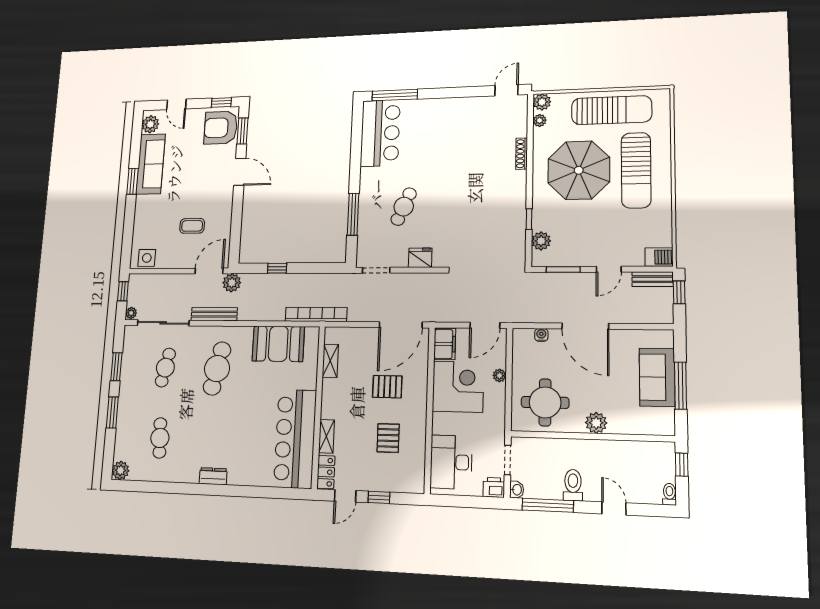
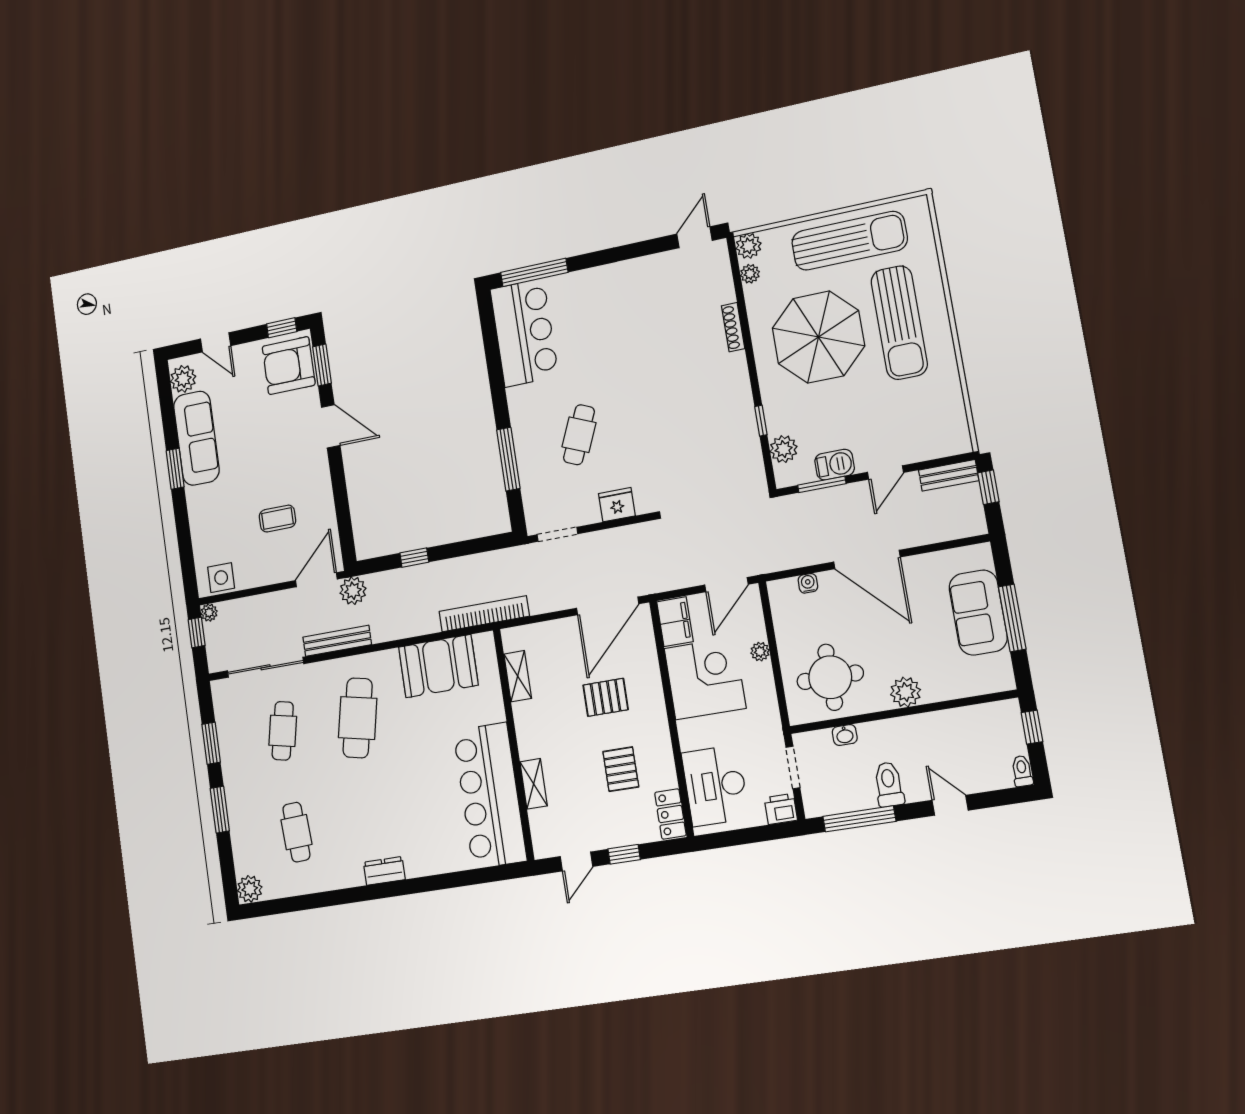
barbecue: (659, 257) -> (835, 465), moved
plant: (131, 313) -> (209, 613), moved
locker: (326, 472) -> (670, 814), moved, turned 180
washbasin: (517, 490) -> (845, 735), moved, turned 90

